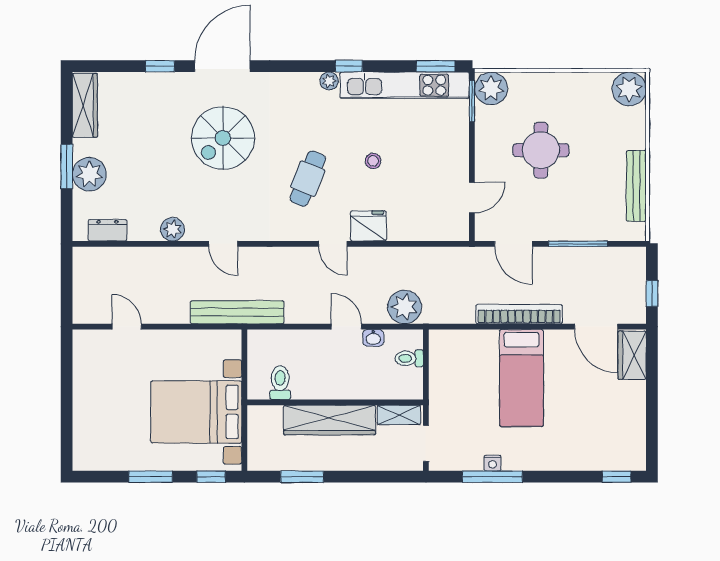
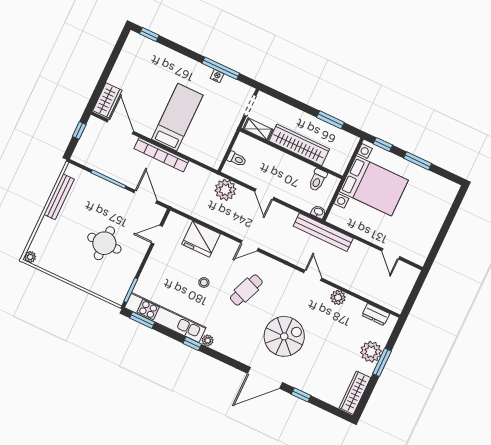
plant: (491, 88) -> (116, 292), removed
plant: (629, 89) -> (30, 257), width x0.53, depth x0.53
fridge: (368, 226) -> (201, 239), moved, width x1.36, depth x1.34
door: (333, 244) -> (250, 246), swing flipped
washbasin: (373, 338) -> (318, 212), moved

